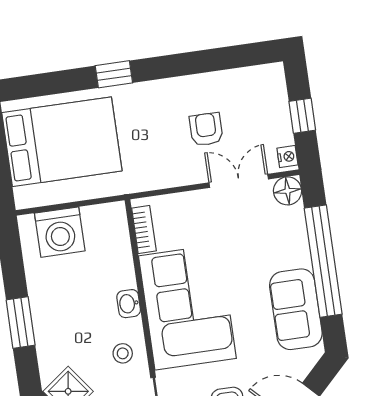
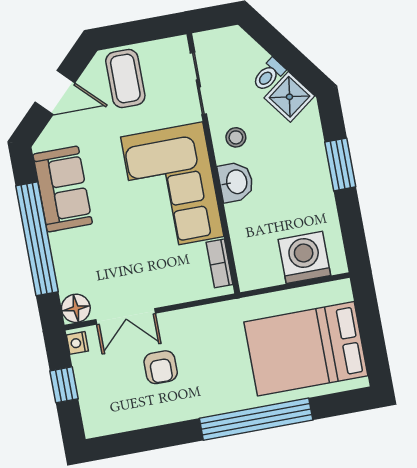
window: (114, 74) -> (256, 419), width x3.17
washbasin: (129, 304) -> (236, 182), width x1.38, depth x1.45

